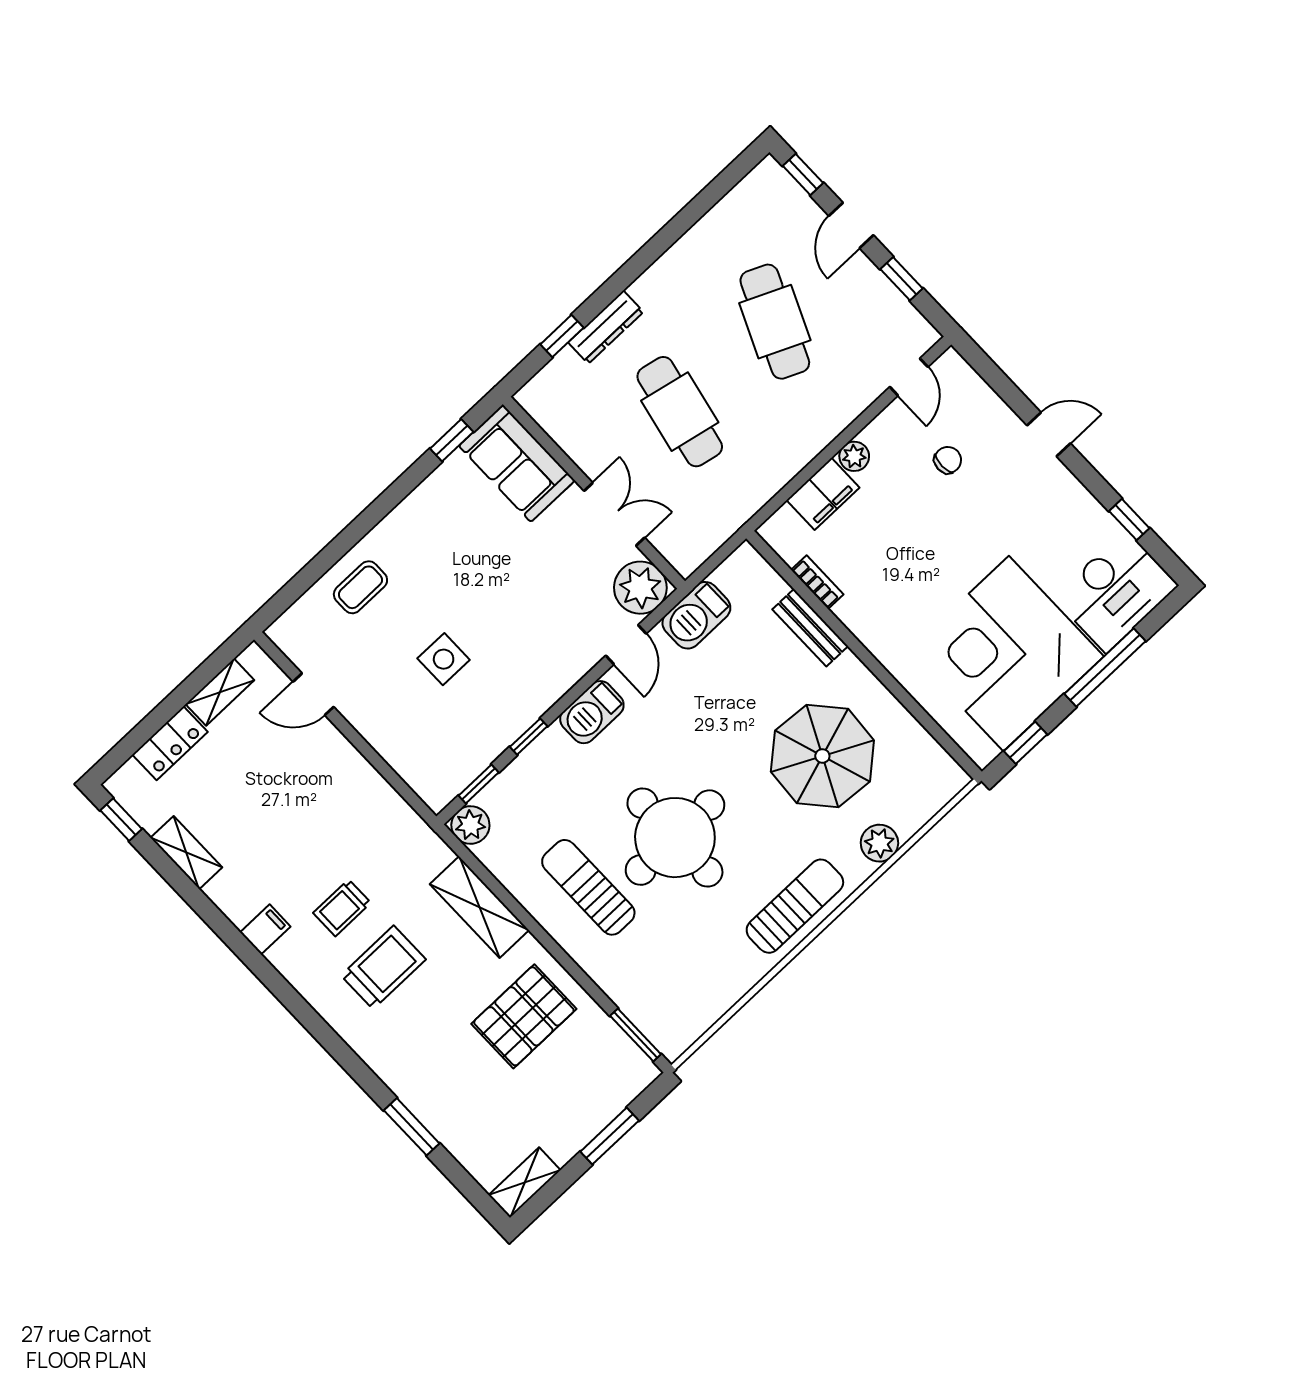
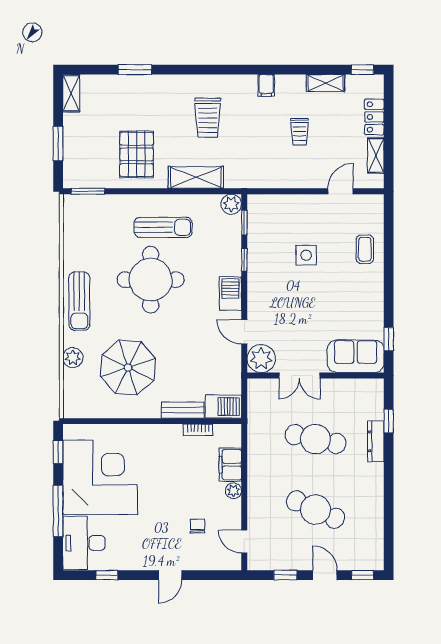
chair: (948, 460) -> (197, 526), turned 180
barbecue: (696, 615) -> (223, 407), moved, turned 90
trolley: (342, 908) -> (300, 132), moved, turned 180

